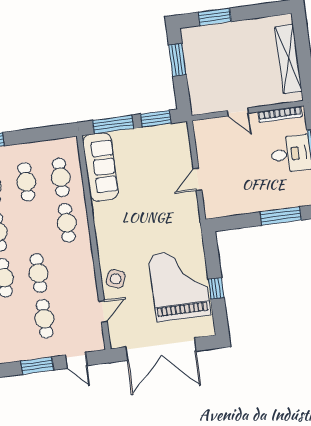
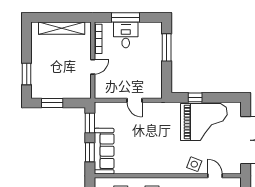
window: (113, 124) -> (90, 152), width x0.69
sofa: (101, 167) -> (104, 151), moved, turned 90
grand piano: (179, 285) -> (204, 122), turned 180
window: (216, 288) -> (195, 97), moved

